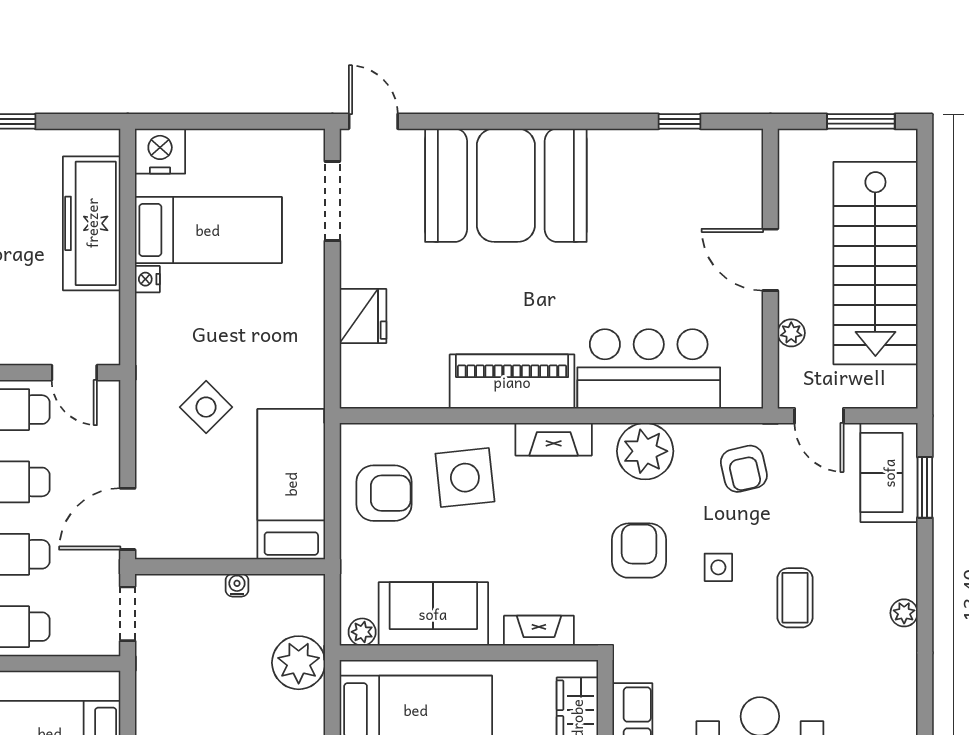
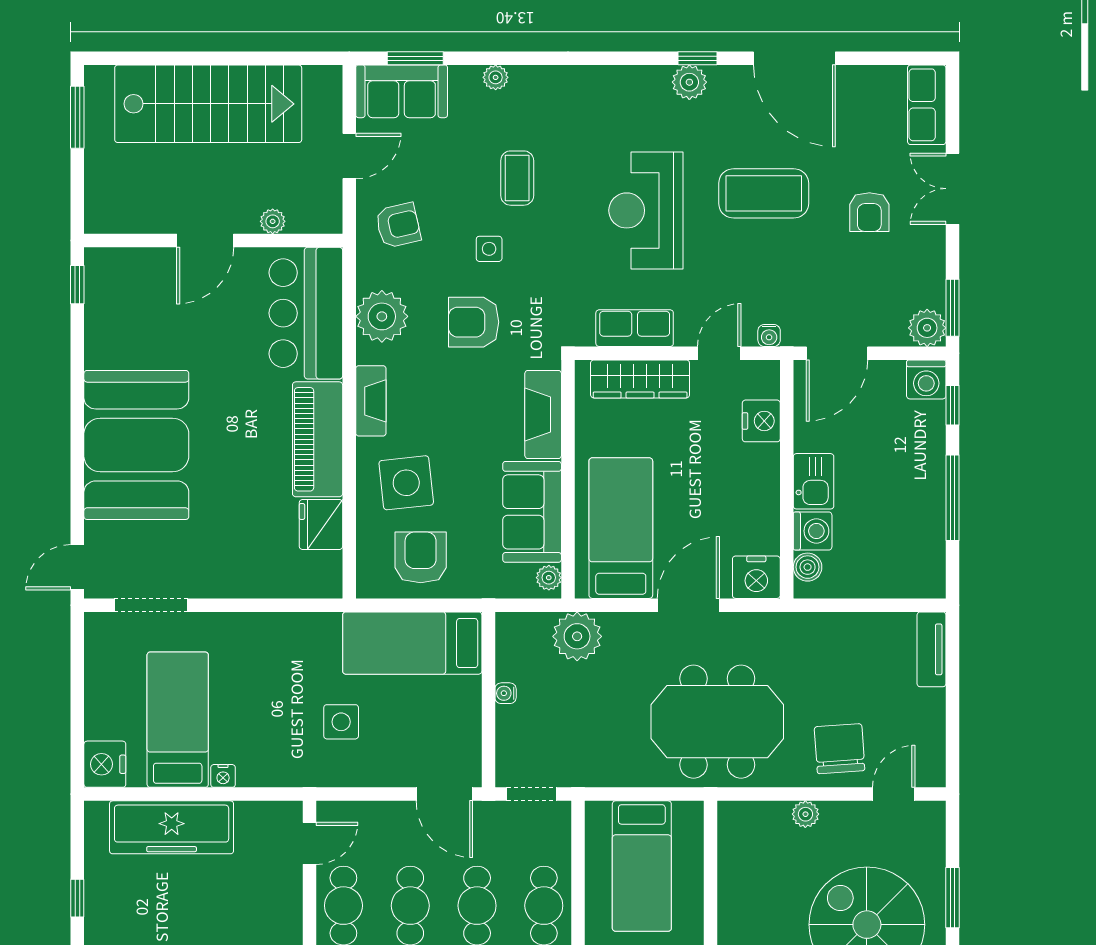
door: (770, 260) -> (205, 241), moved
wall: (770, 269) -> (213, 241), moved
fridge: (363, 316) -> (321, 525), moved, turned -90
plant: (791, 333) -> (273, 221), moved
side table: (206, 407) -> (341, 722), turned 45
coffee table: (795, 598) -> (517, 178), turned 90
plant: (904, 613) -> (496, 77), moved
fireplace: (539, 631) -> (543, 414), width x1.37, depth x1.32

